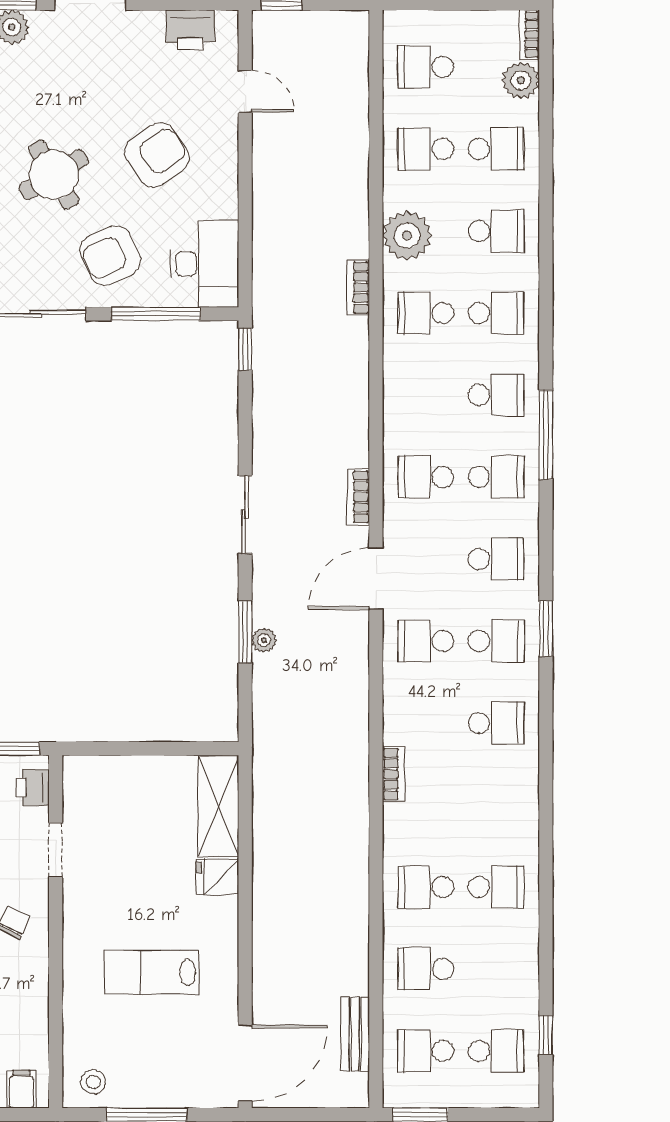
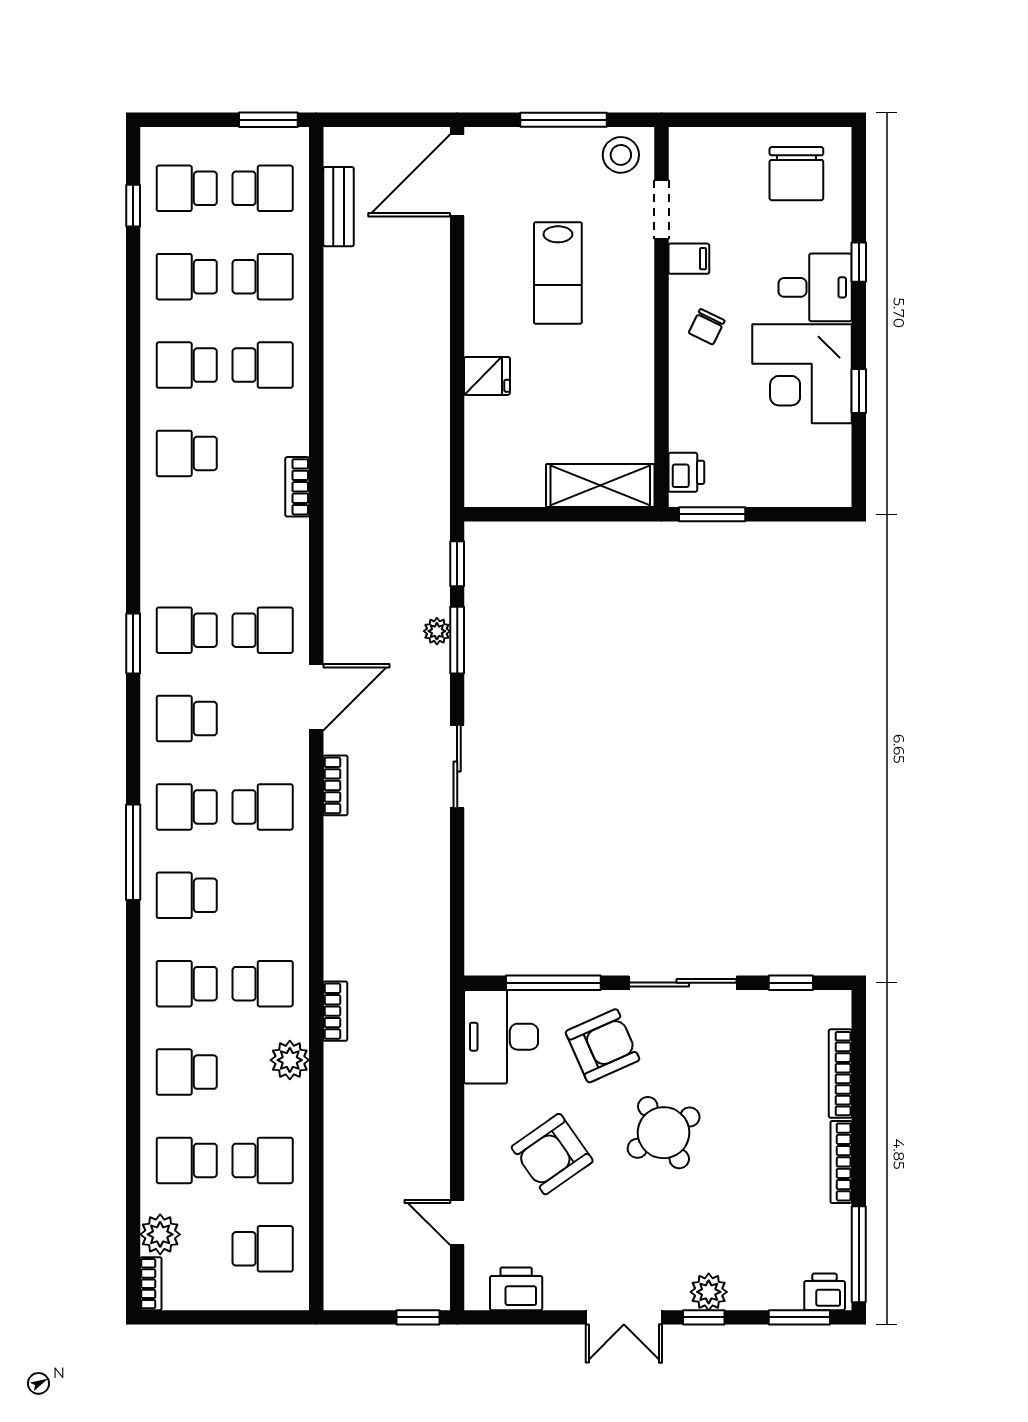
plant: (407, 236) -> (290, 1060), width x0.73, depth x0.73
window: (245, 349) -> (457, 564), moved
school desk: (496, 723) -> (187, 453), moved
shelving: (219, 806) -> (600, 486), moved, turned 90
doorway: (56, 850) -> (661, 210), moved
school desk: (496, 969) -> (187, 277), added
lab bench: (152, 972) -> (558, 273), turned 90
stool: (93, 1082) -> (621, 155), width x1.37, depth x1.37
filing cabinet: (21, 1089) -> (689, 259), moved, turned -90

